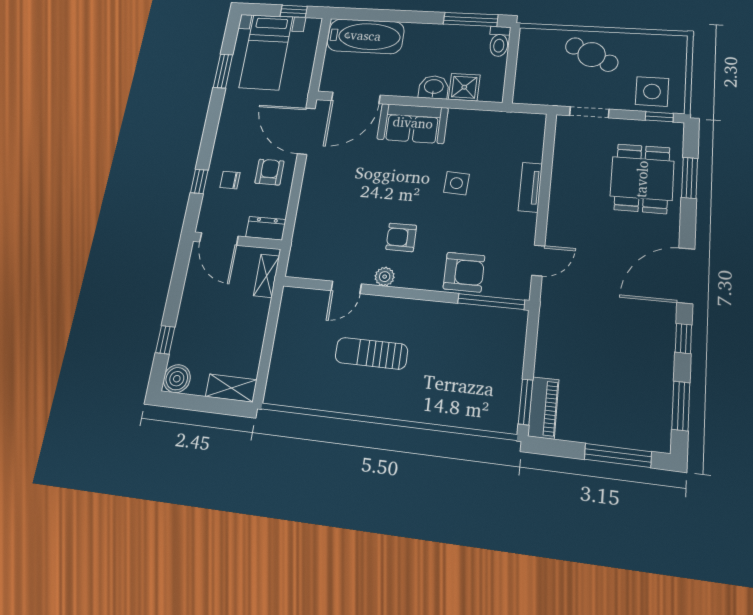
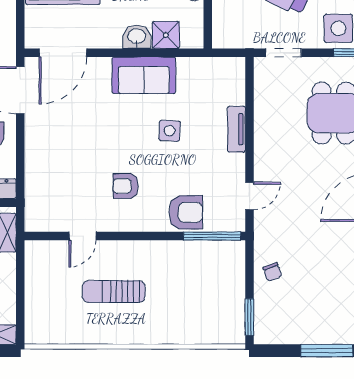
sofa: (413, 123) -> (144, 75), moved
plant: (385, 277) -> (116, 223), removed
chair: (558, 351) -> (272, 272), added
piano: (543, 408) -> (264, 320), removed

